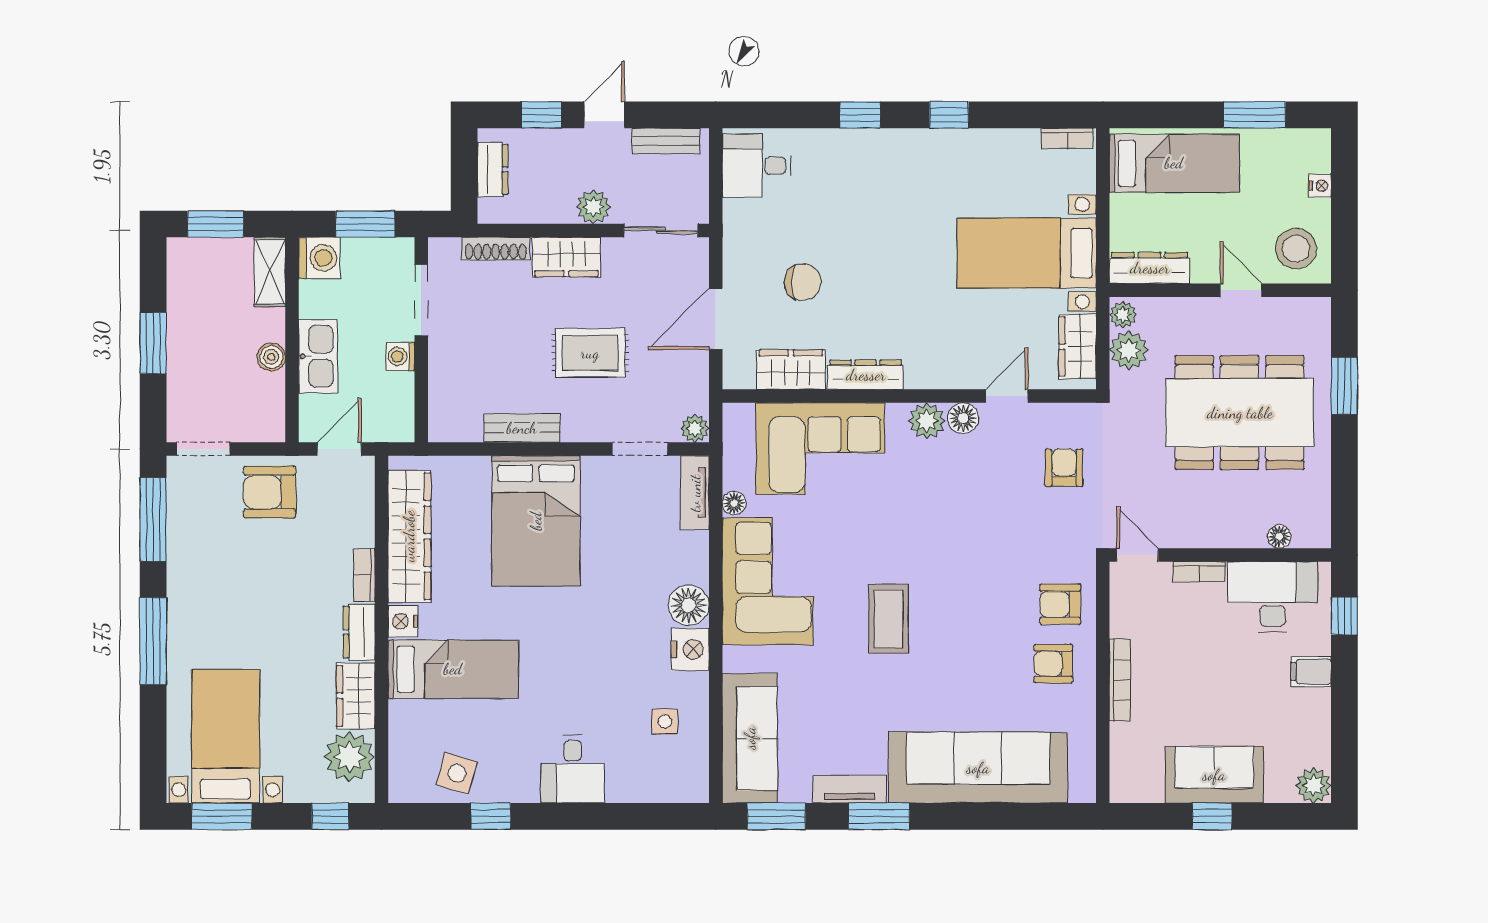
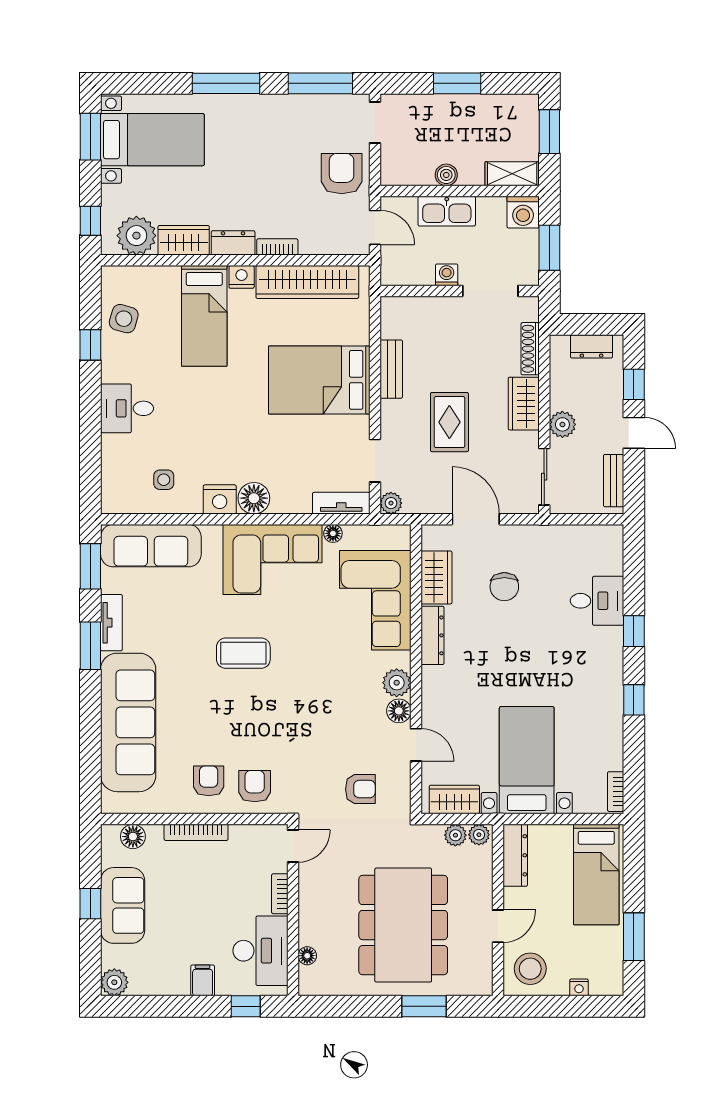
desk: (757, 166) -> (597, 601), moved, turned 90
plant: (1129, 350) -> (455, 835), width x0.73, depth x0.73
floor lamp: (1125, 761) -> (133, 837), added

